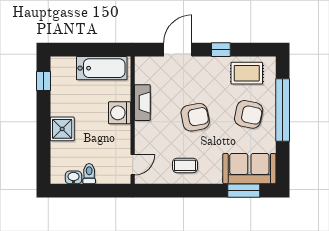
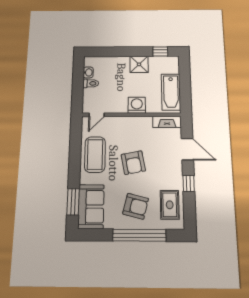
fireplace: (142, 103) -> (167, 122), moved
armchair: (249, 114) -> (136, 206), turned -88
shower: (62, 129) -> (139, 64), moved
door: (133, 165) -> (97, 115), hinge flipped
coffee table: (185, 165) -> (95, 155), width x1.86, depth x1.72

